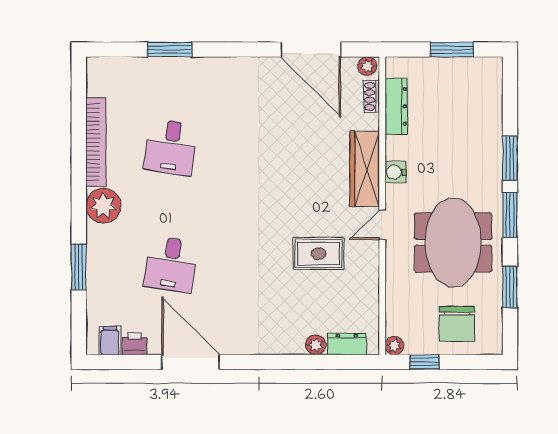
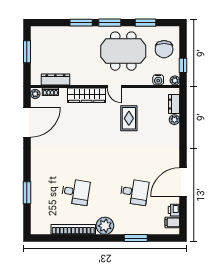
water cooler: (396, 172) -> (158, 80), moved
chair: (457, 324) -> (164, 49), turned 90

